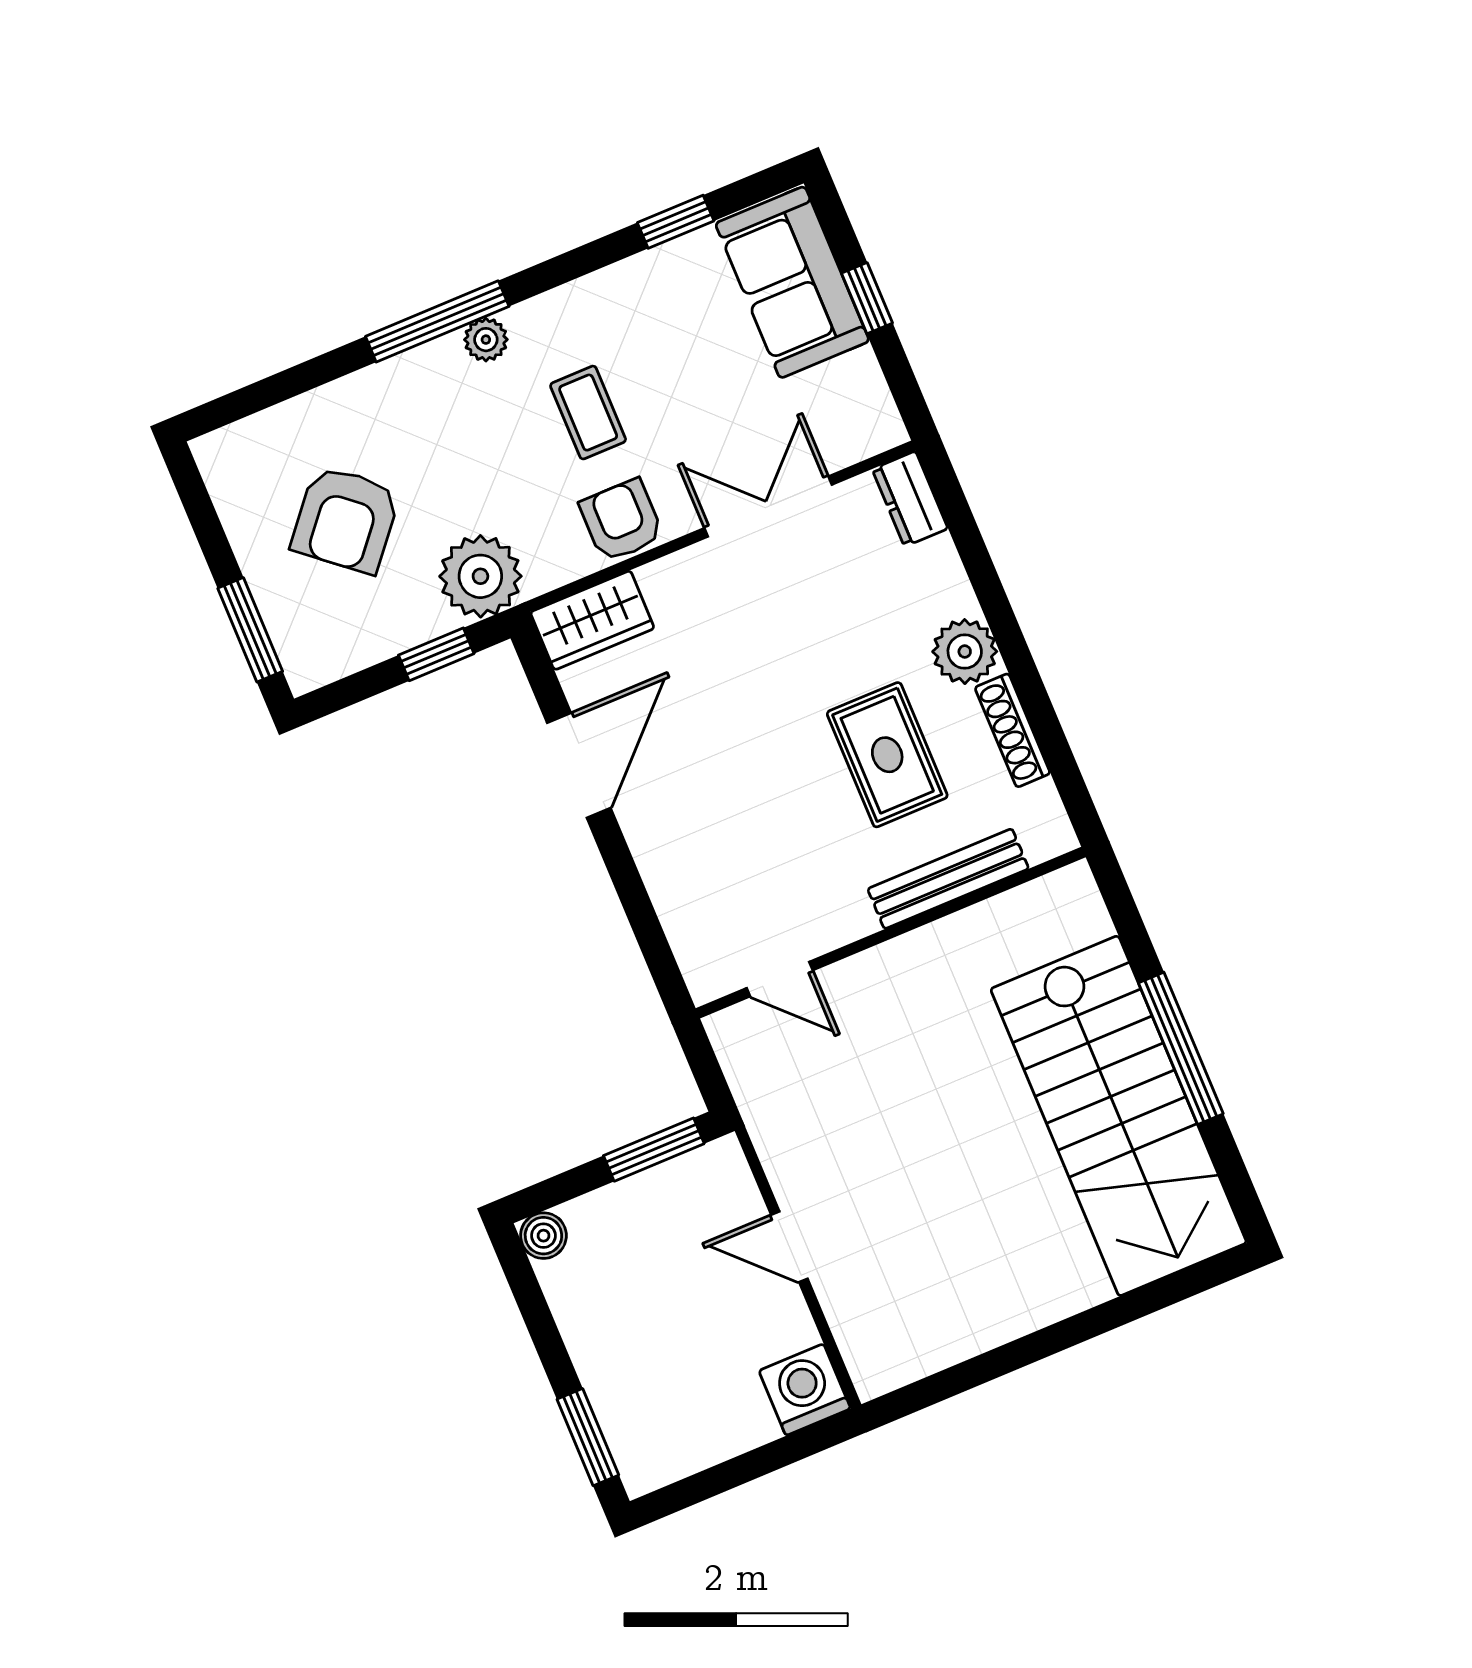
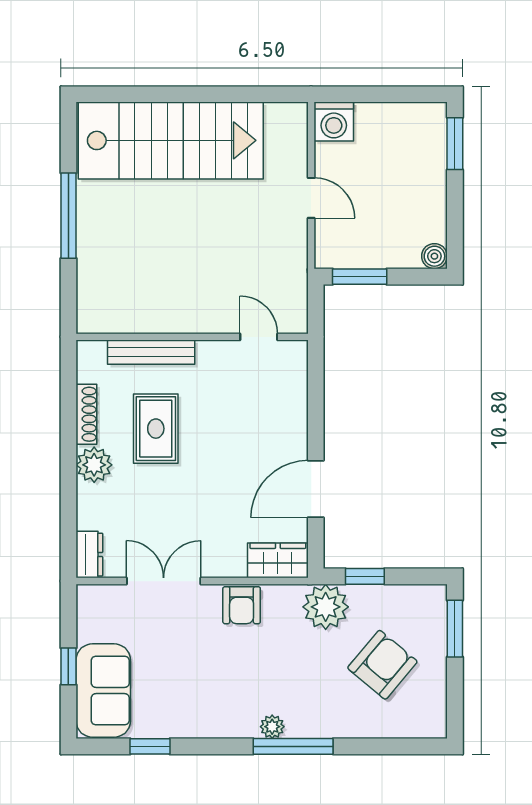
coffee table: (588, 413) -> (236, 668), removed
double door: (768, 506) -> (164, 581), swing flipped
stairs: (1119, 1116) -> (171, 140), moved, turned 90

